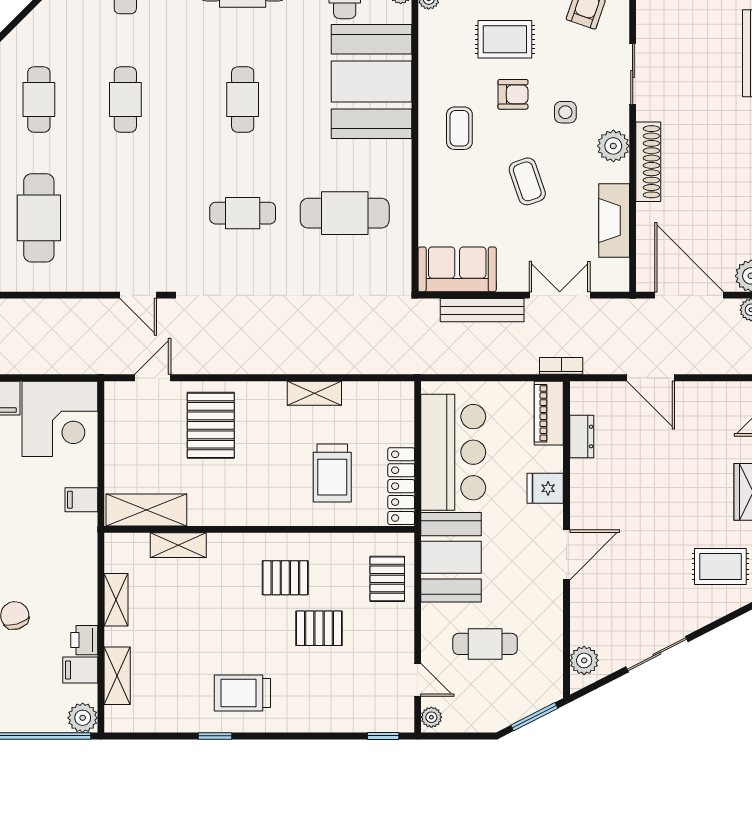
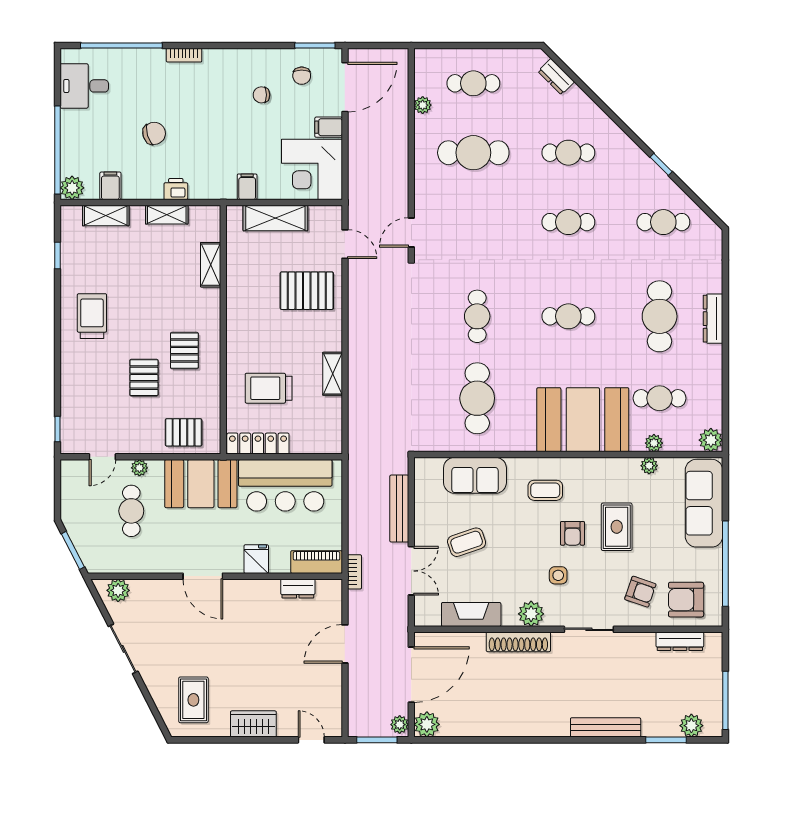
coffee table: (527, 181) -> (467, 542), moved
sofa: (457, 269) -> (475, 475), moved, turned 90
shelving: (146, 510) -> (275, 218), moved, turned 90
printer: (84, 640) -> (176, 189), moved
plant: (431, 717) -> (139, 468), moved
window: (215, 736) -> (57, 255), moved

